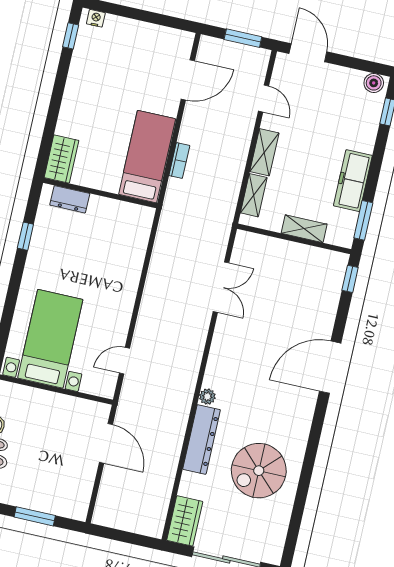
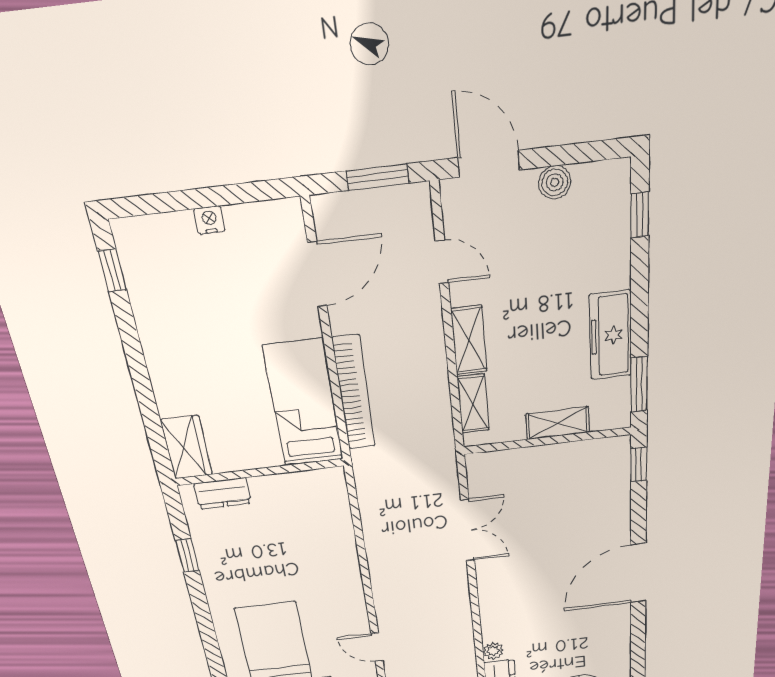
nightstand: (96, 18) -> (209, 220), moved
boiler: (374, 83) -> (555, 182), moved
bookcase: (179, 160) -> (354, 393), width x2.31, depth x1.31
door: (125, 361) -> (377, 647), hinge flipped

